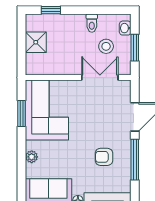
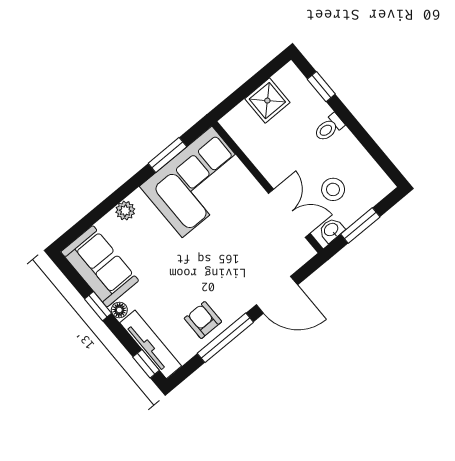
toilet: (92, 23) -> (329, 128), moved
washbasin: (125, 28) -> (331, 230), moved
armchair: (104, 157) -> (203, 320), moved

